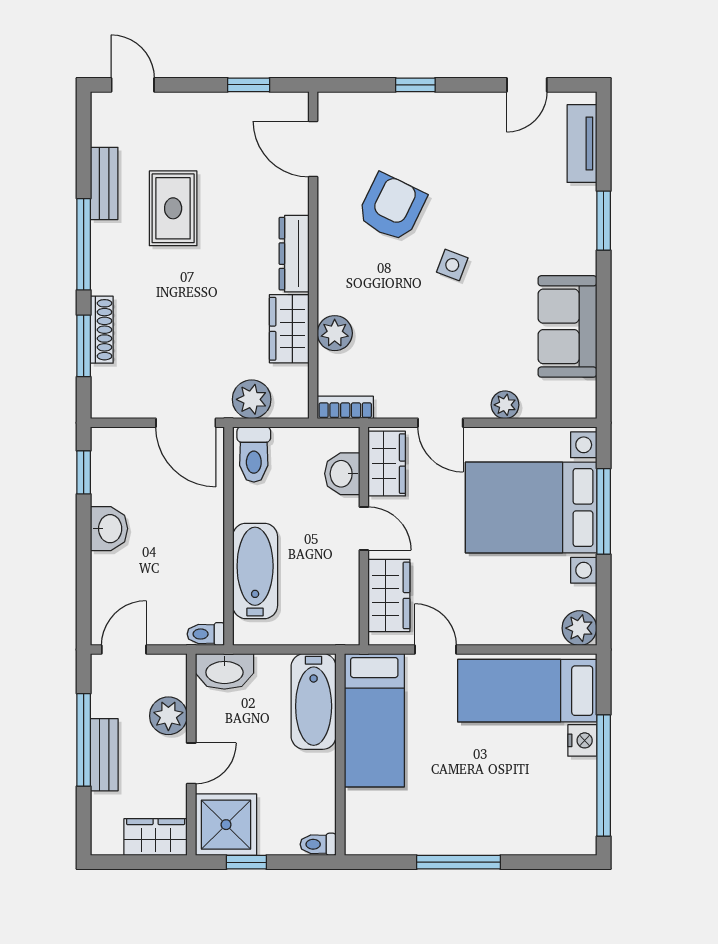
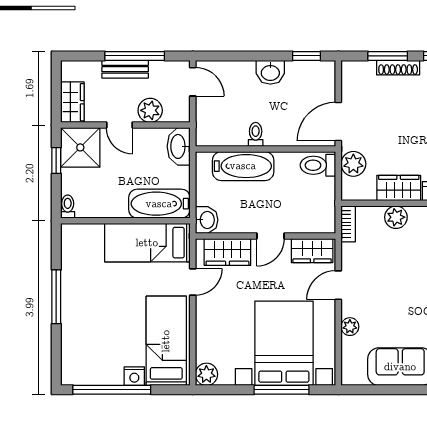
washbasin: (342, 474) -> (207, 220), moved, turned 90
toilet: (206, 634) -> (256, 134), moved

